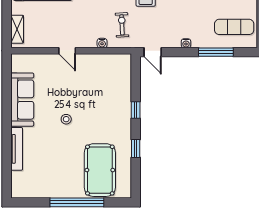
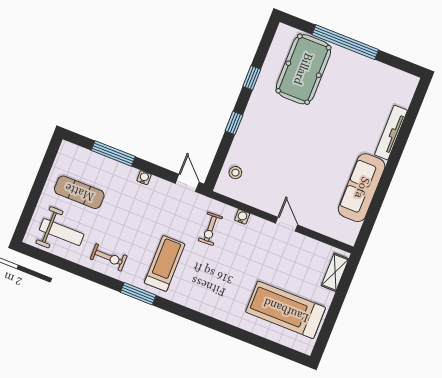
exercise mat: (234, 27) -> (79, 192), moved
stool: (66, 119) -> (235, 173), moved

